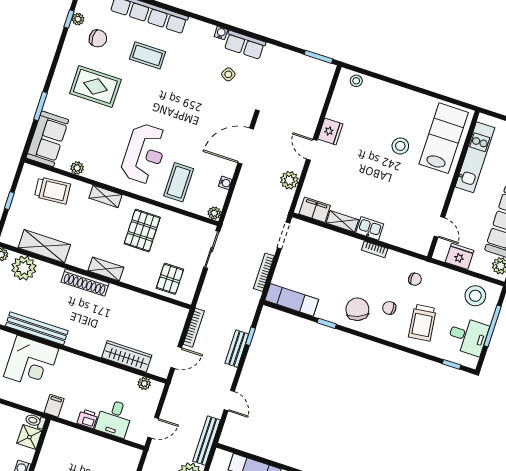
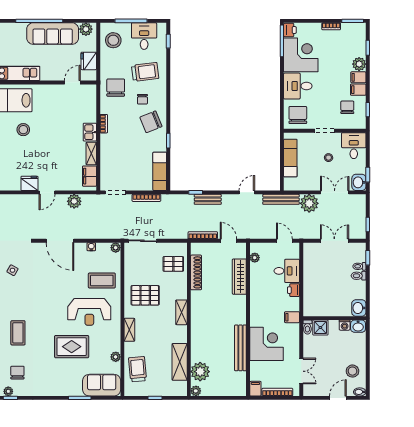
rug: (95, 86) -> (72, 347), moved, turned 90
reception desk: (144, 154) -> (89, 312), turned 180
chair: (415, 279) -> (116, 88), width x1.87, depth x1.87
shoe rack: (85, 282) -> (196, 272), moved

